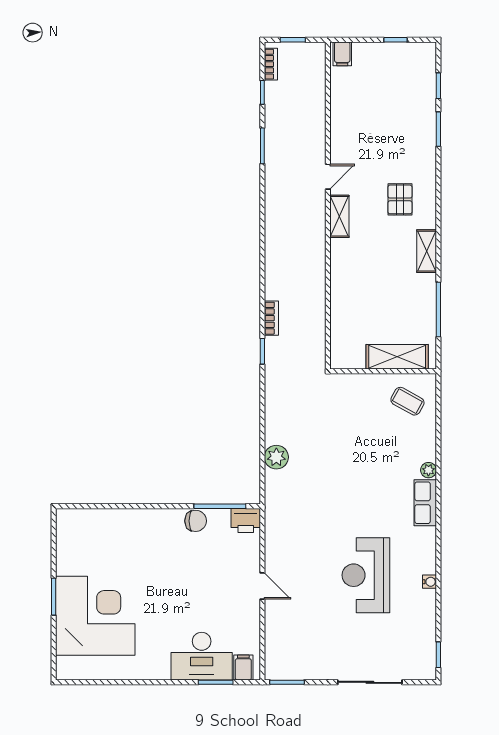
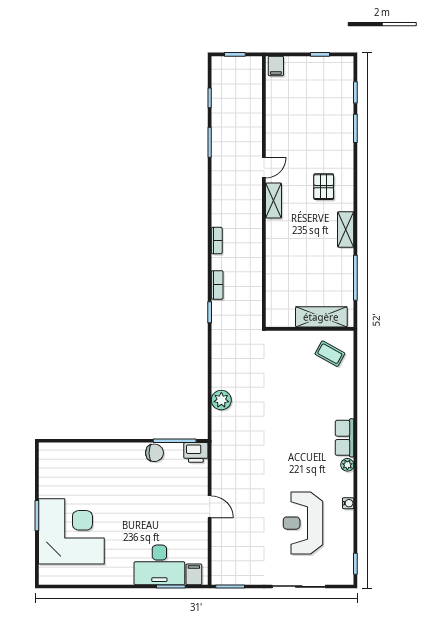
bookcase: (271, 64) -> (217, 241), moved
plant: (428, 470) -> (347, 465), moved
reception desk: (366, 575) -> (303, 523), moved

